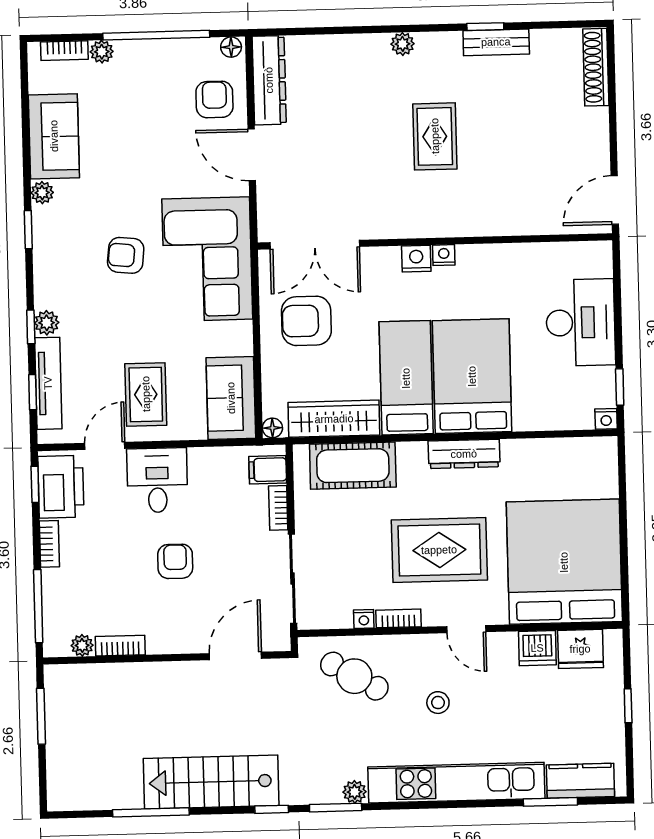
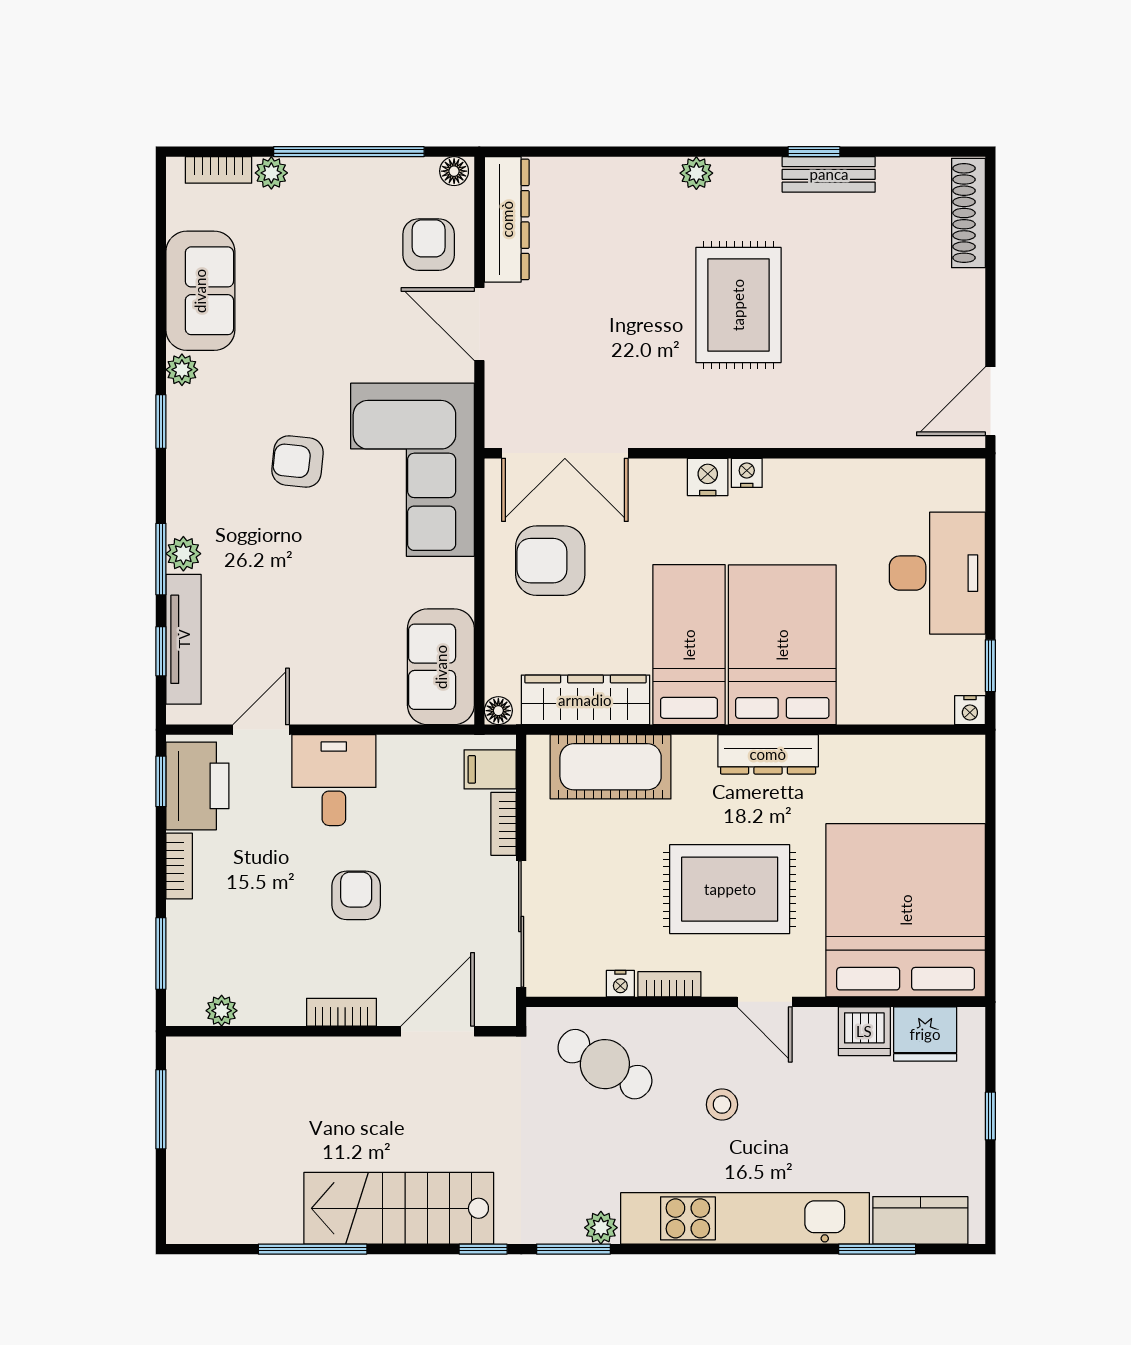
rug: (435, 136) -> (738, 305), width x1.36, depth x1.43
window: (31, 327) -> (161, 559), width x1.50
rug: (146, 394) -> (321, 659), removed
window: (38, 606) -> (161, 954), width x0.69
bookcase: (120, 646) -> (342, 1012), moved

